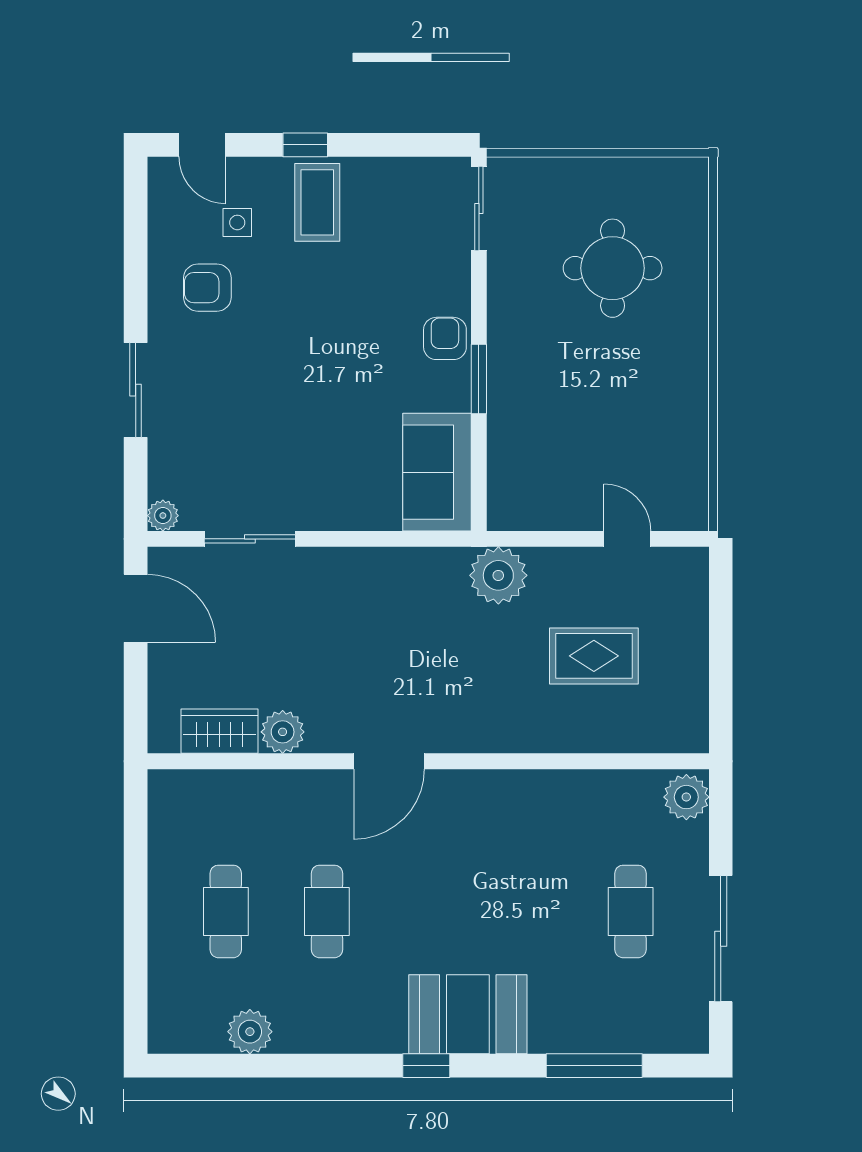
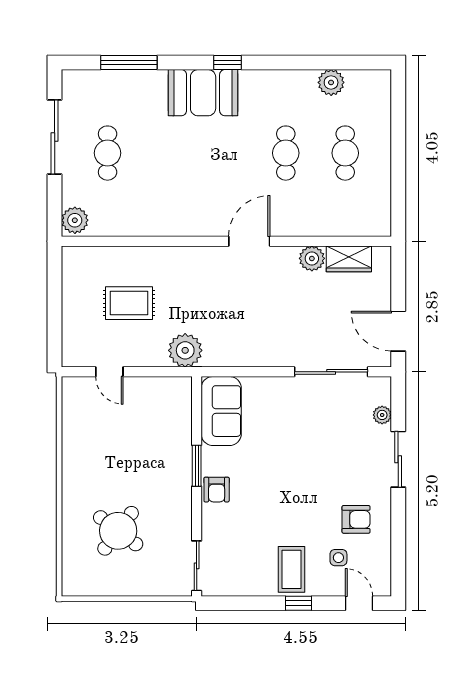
round table: (613, 268) -> (118, 531), turned 37
plant: (163, 516) -> (382, 415), moved
sliding door: (250, 539) -> (331, 372), width x1.37

